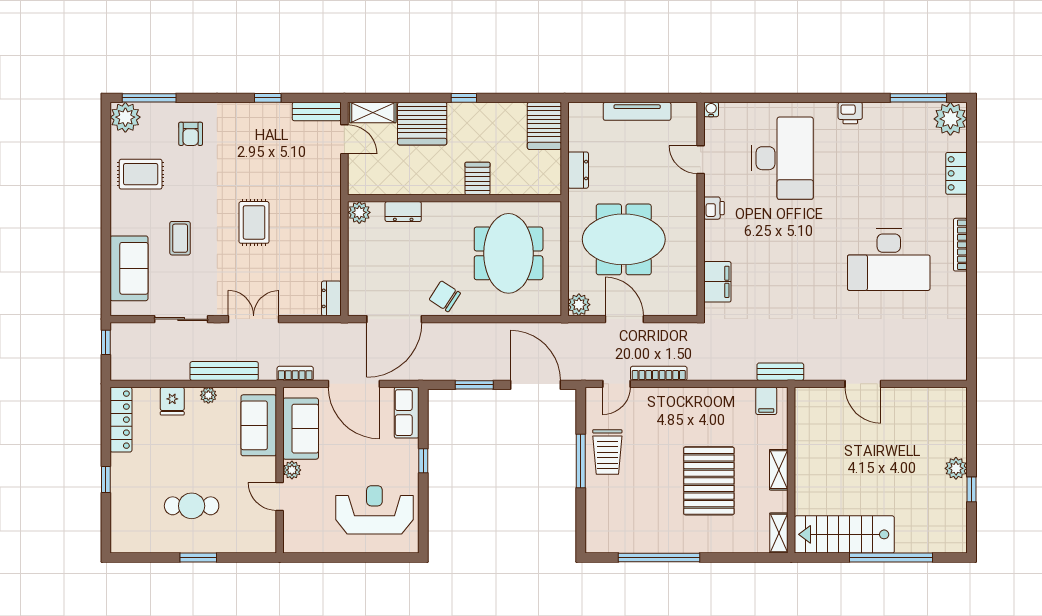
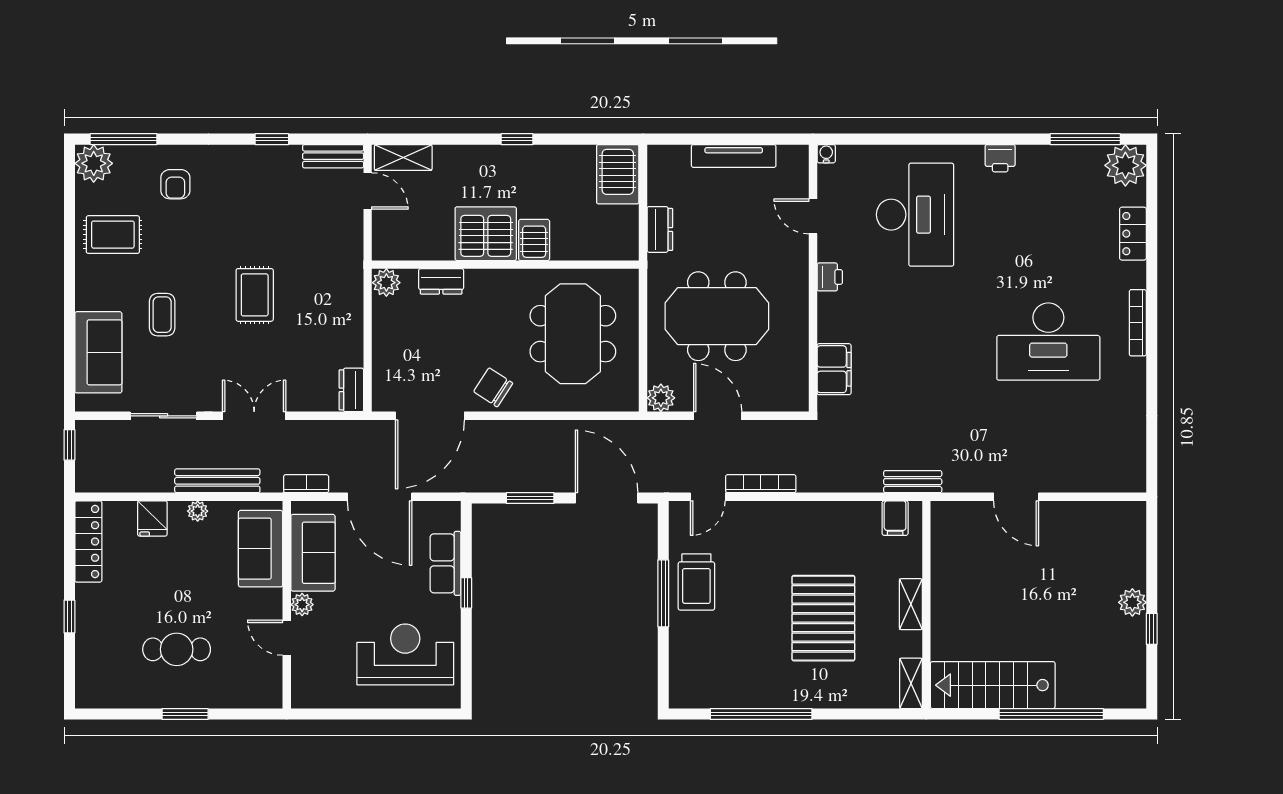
server rack: (422, 124) -> (486, 234), moved, turned 180
row of seats: (407, 413) -> (445, 563), moved

